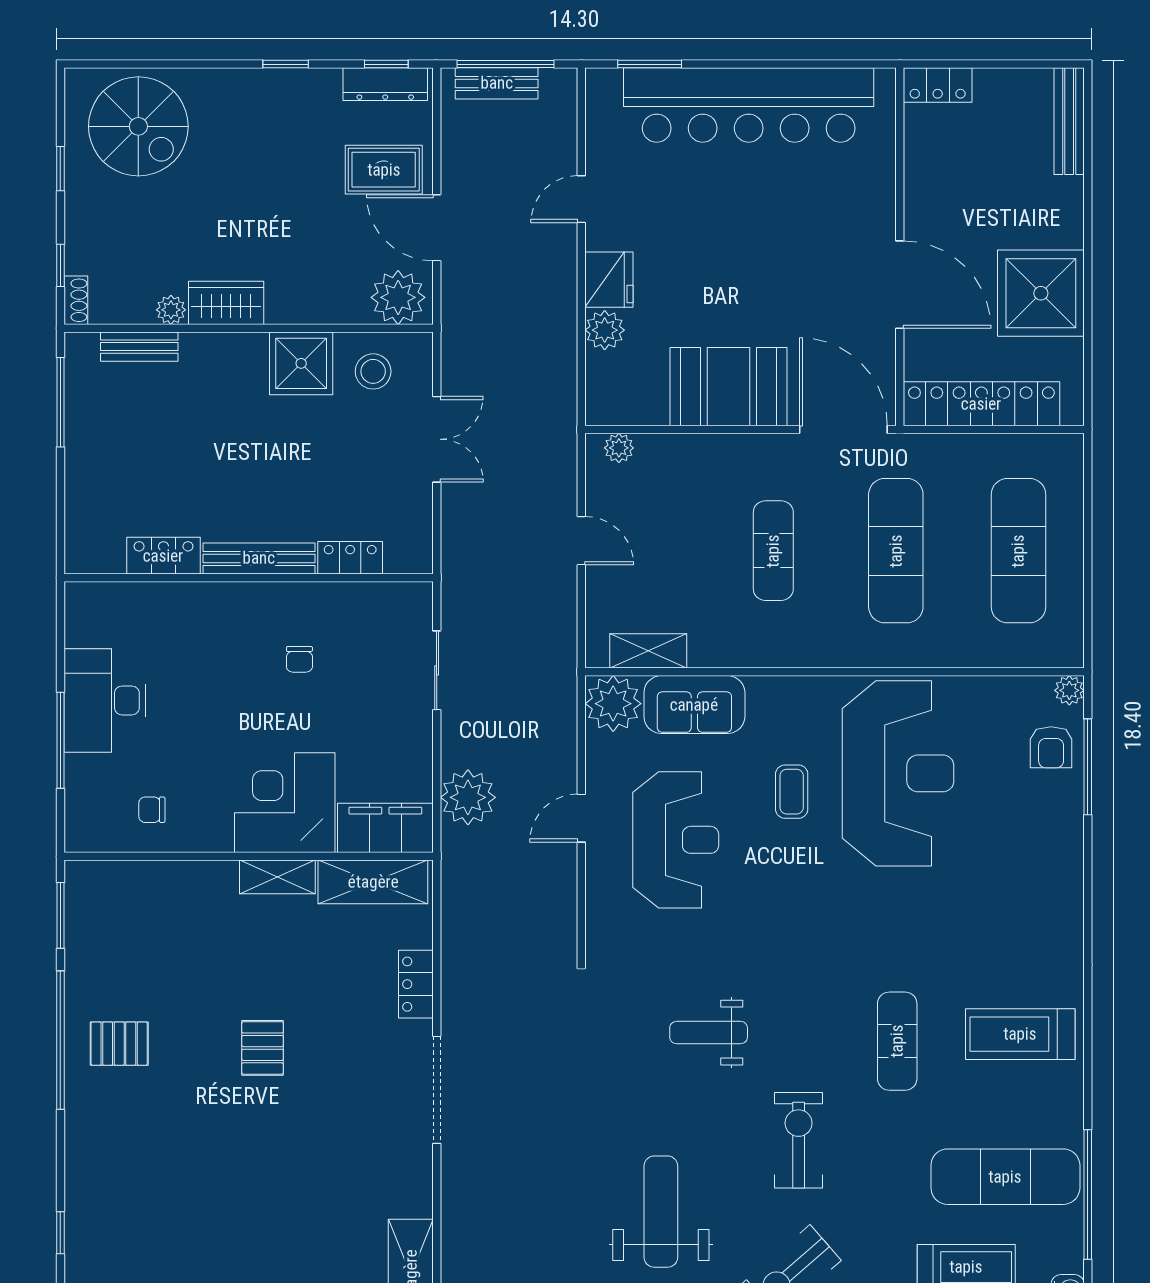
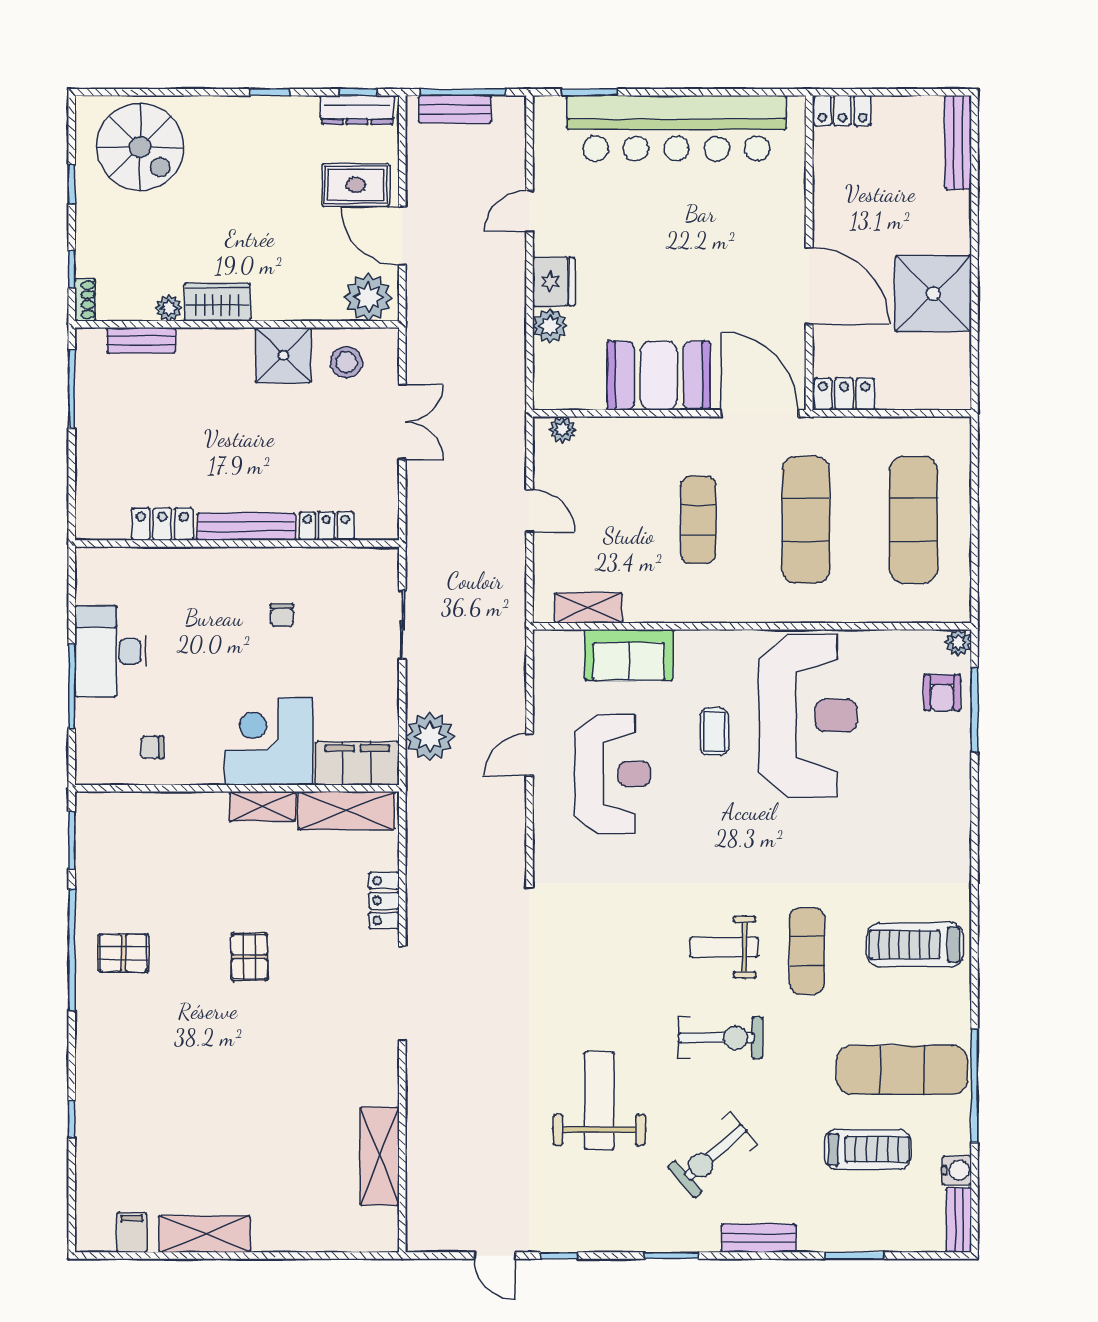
locker: (981, 404) -> (844, 394), width x0.46, depth x0.83
plant: (613, 704) -> (557, 654), removed
weight bench: (709, 1033) -> (724, 947), moved
exercise bike: (799, 1140) -> (720, 1038), turned 90

